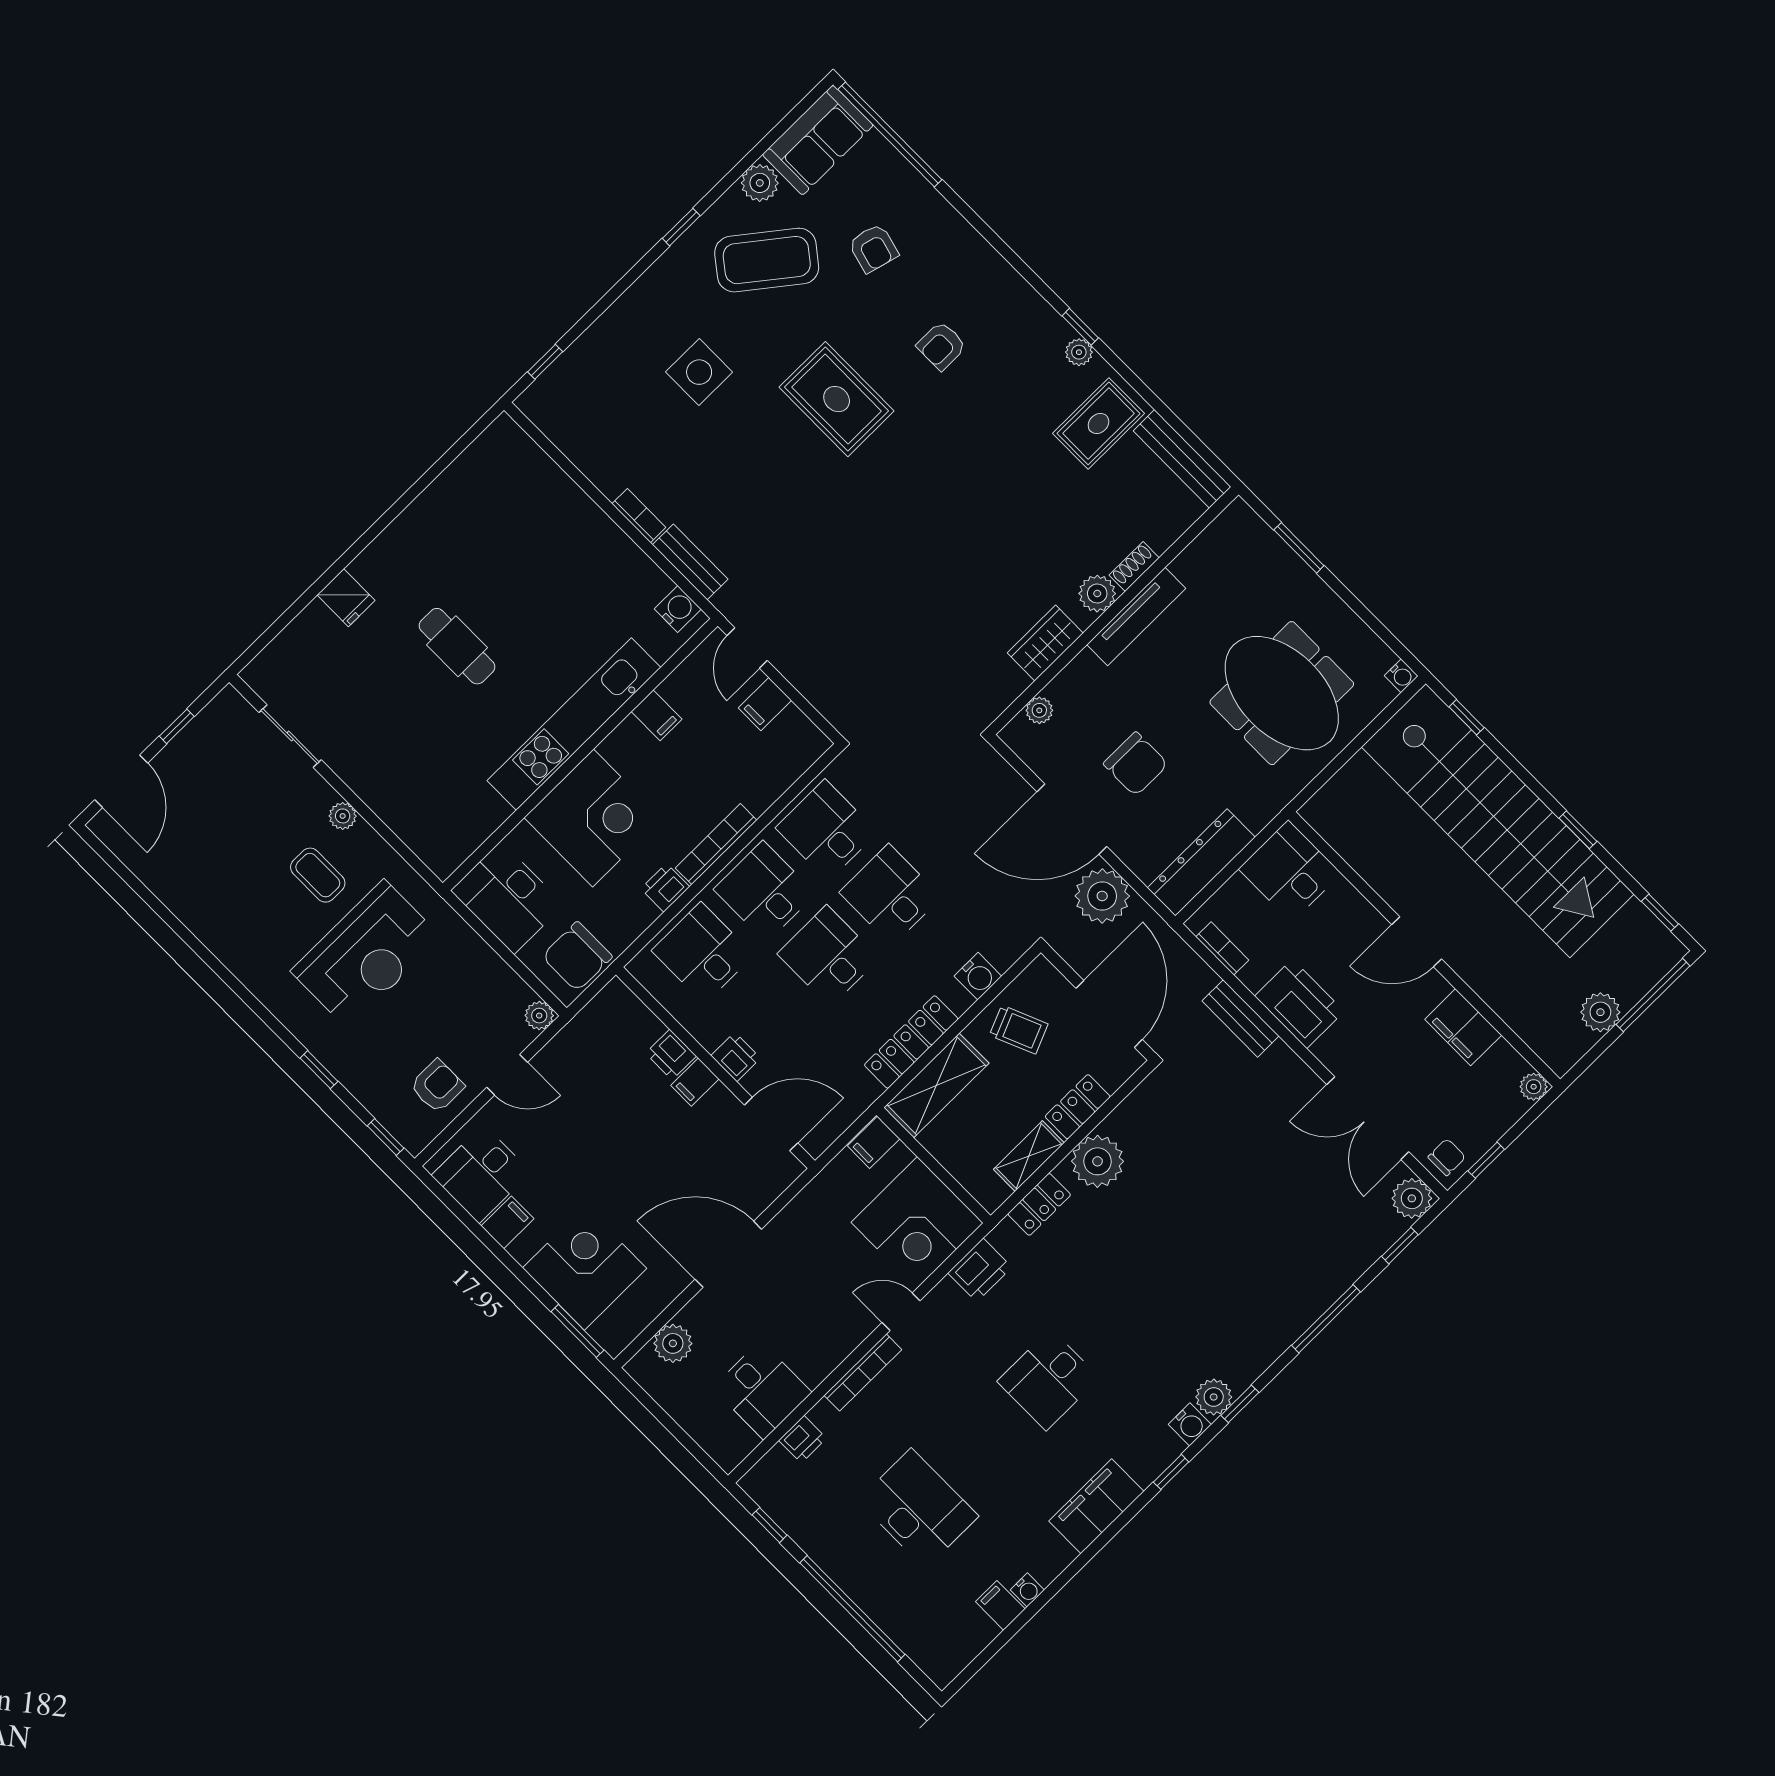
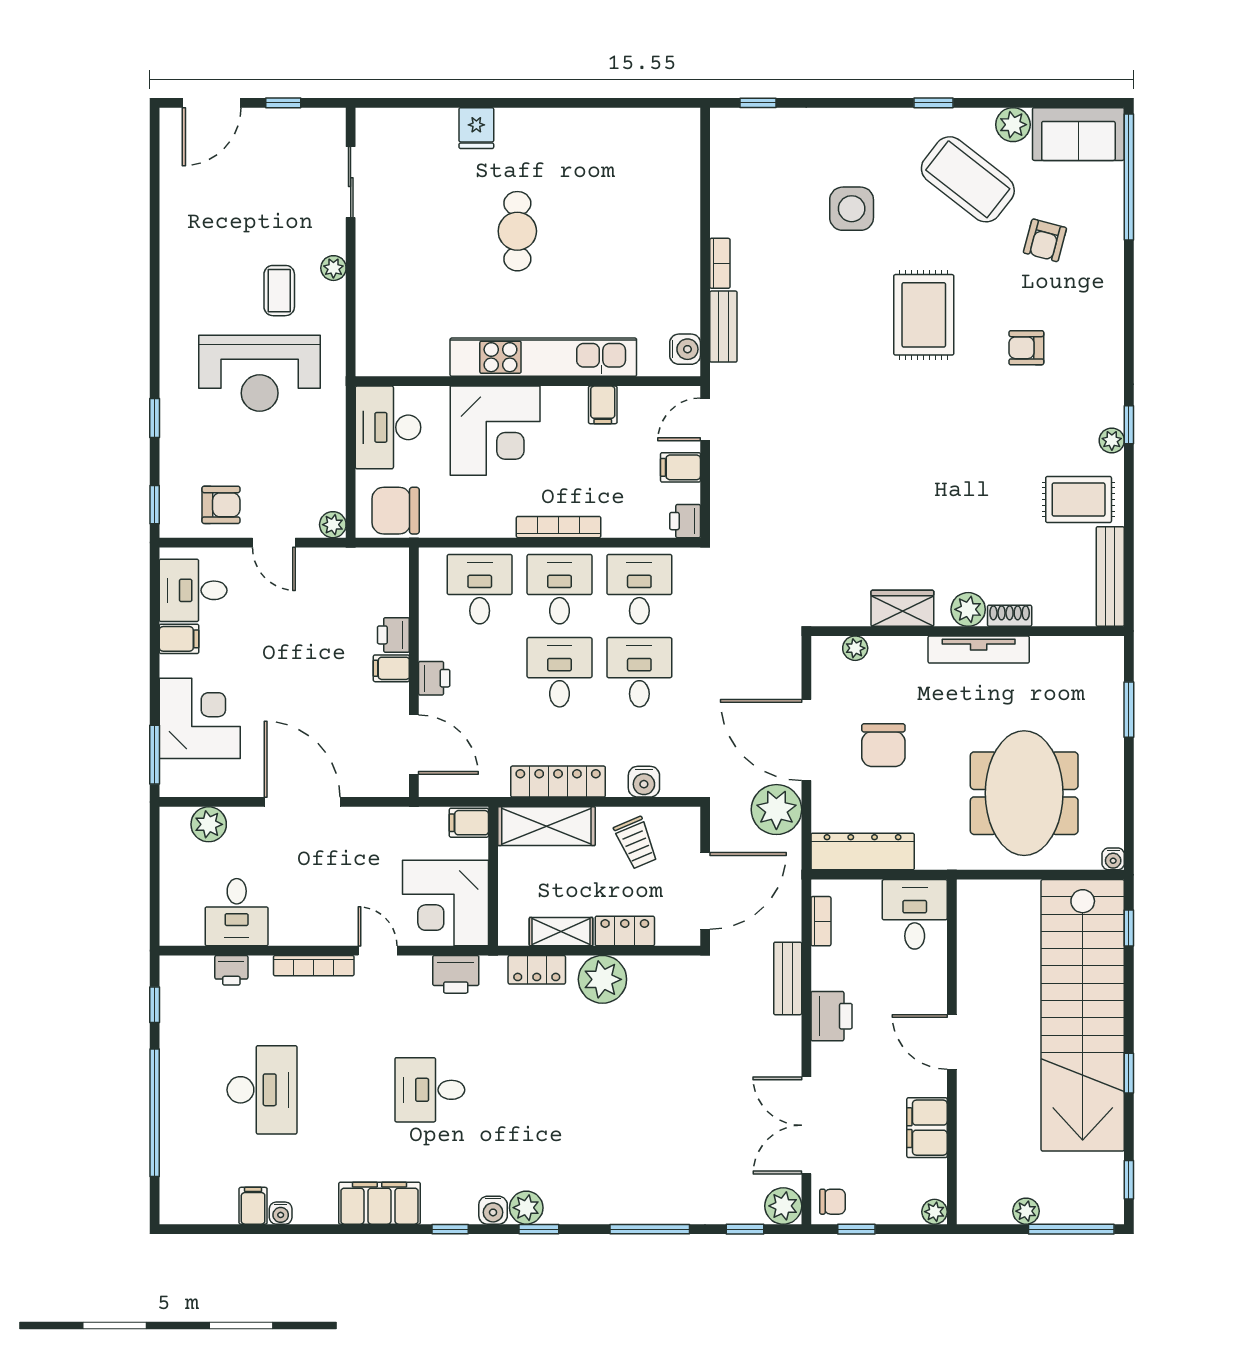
printer: (665, 888) -> (685, 521), moved, turned -90
printer: (1299, 1004) -> (831, 1016), width x0.73, depth x0.84
plant: (1600, 1012) -> (1026, 1211), width x0.73, depth x0.73

